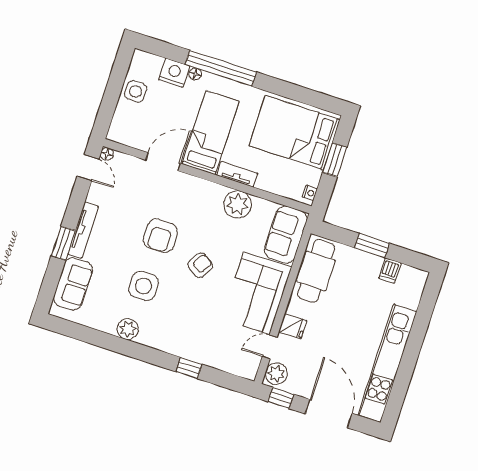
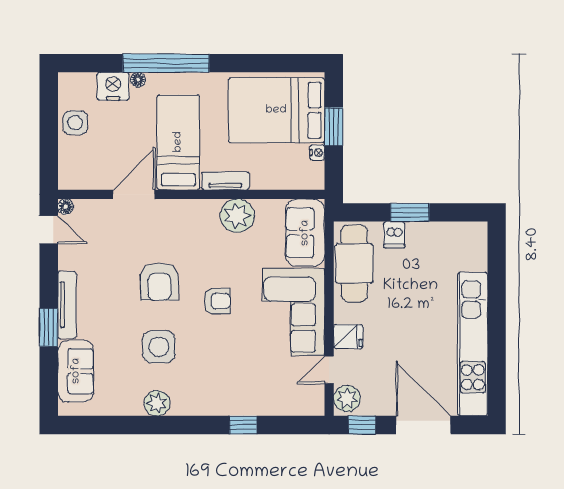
nightstand: (310, 193) -> (317, 152), moved
armchair: (200, 265) -> (217, 301), turned 58
dishwasher: (390, 271) -> (394, 235), moved

